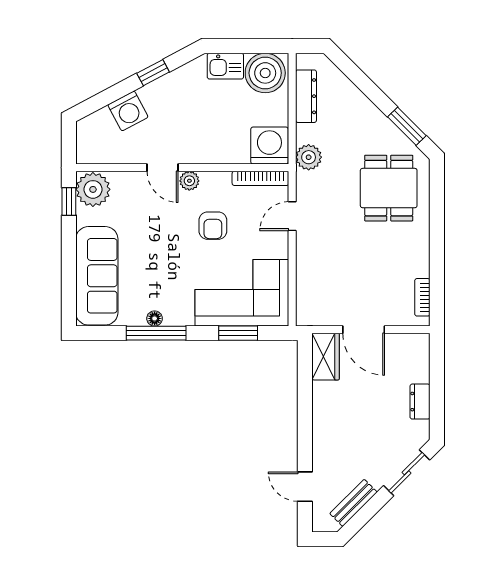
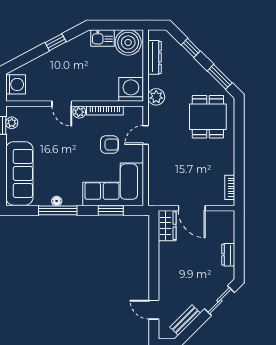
window: (362, 82) -> (191, 48), added
washing machine: (128, 111) -> (16, 84), moved, turned -62
bookcase: (260, 178) -> (105, 110), moved
plant: (93, 189) -> (12, 123), width x0.53, depth x0.53
armchair: (213, 226) -> (109, 145), moved, turned -90

